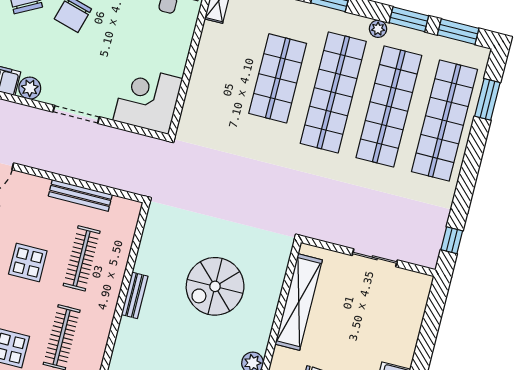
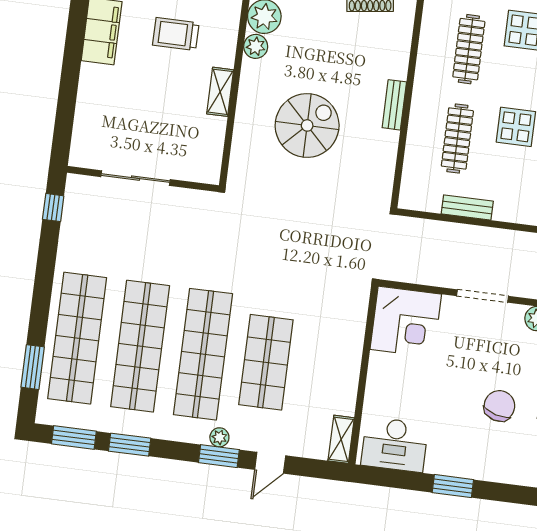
plant: (378, 29) -> (219, 437), moved
bench: (80, 195) -> (467, 207), width x0.73
sliding door: (375, 258) -> (135, 178), width x1.37
shelving: (299, 302) -> (220, 92), width x0.45, depth x0.75

